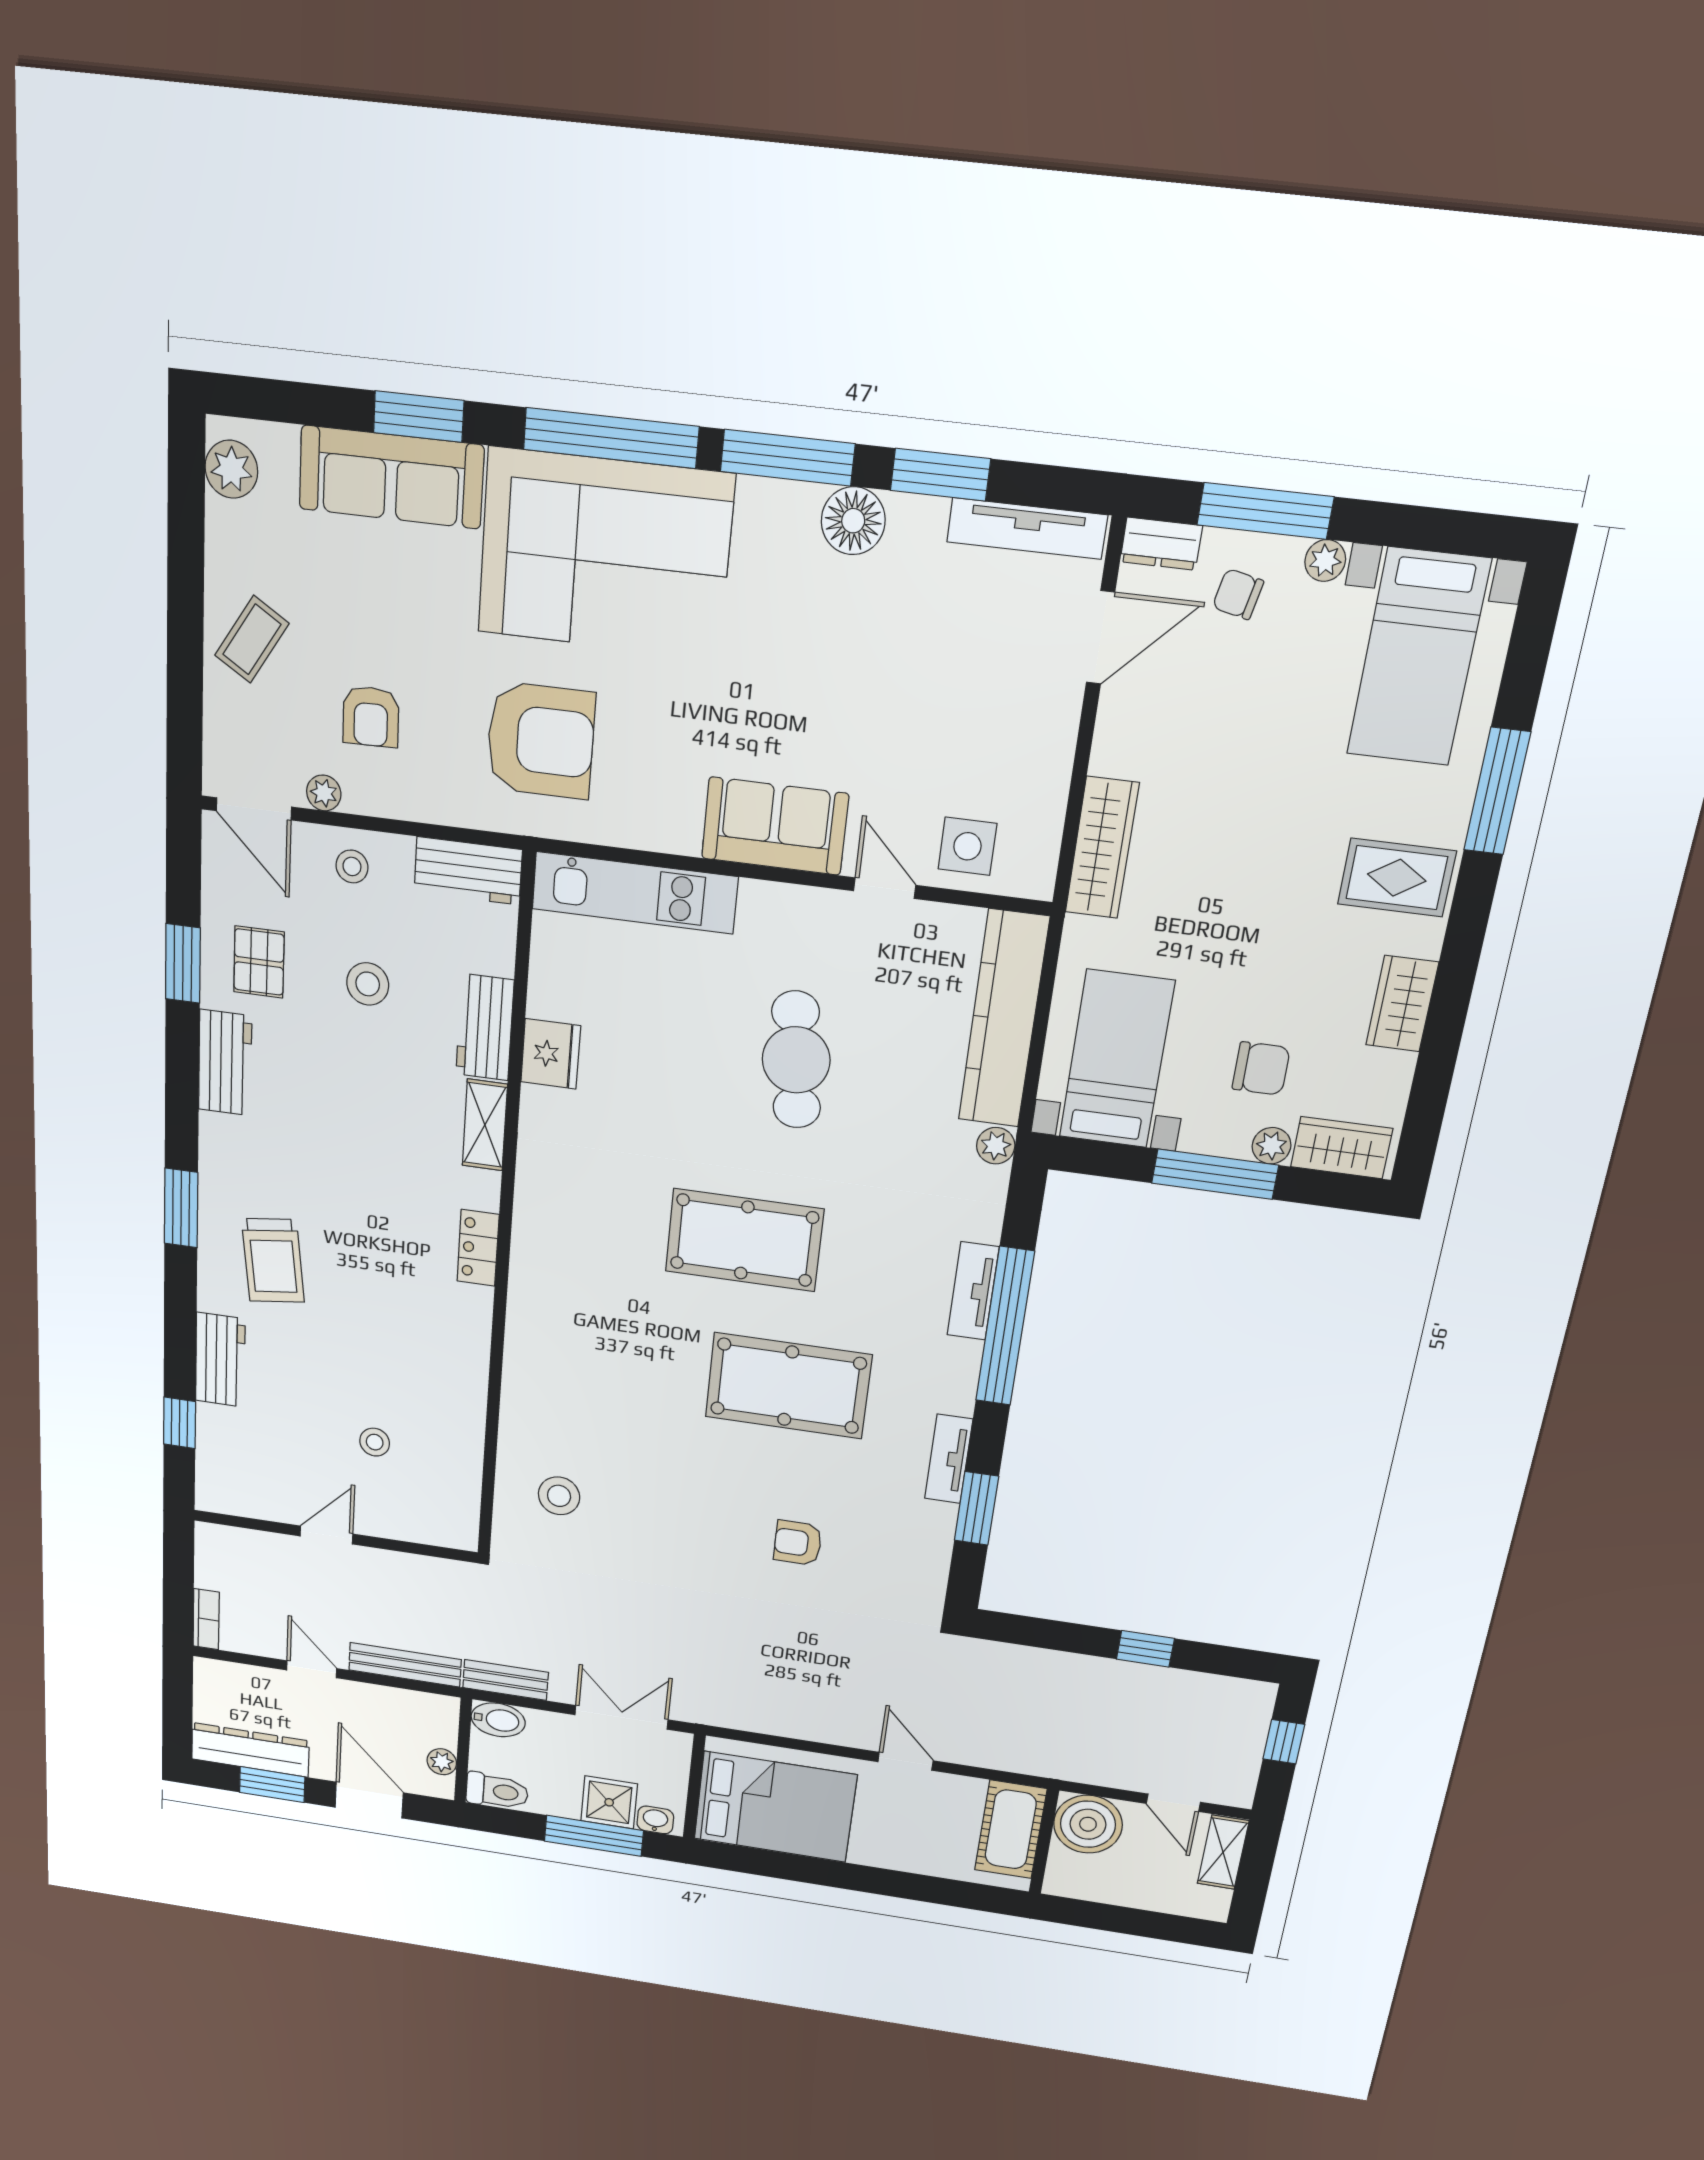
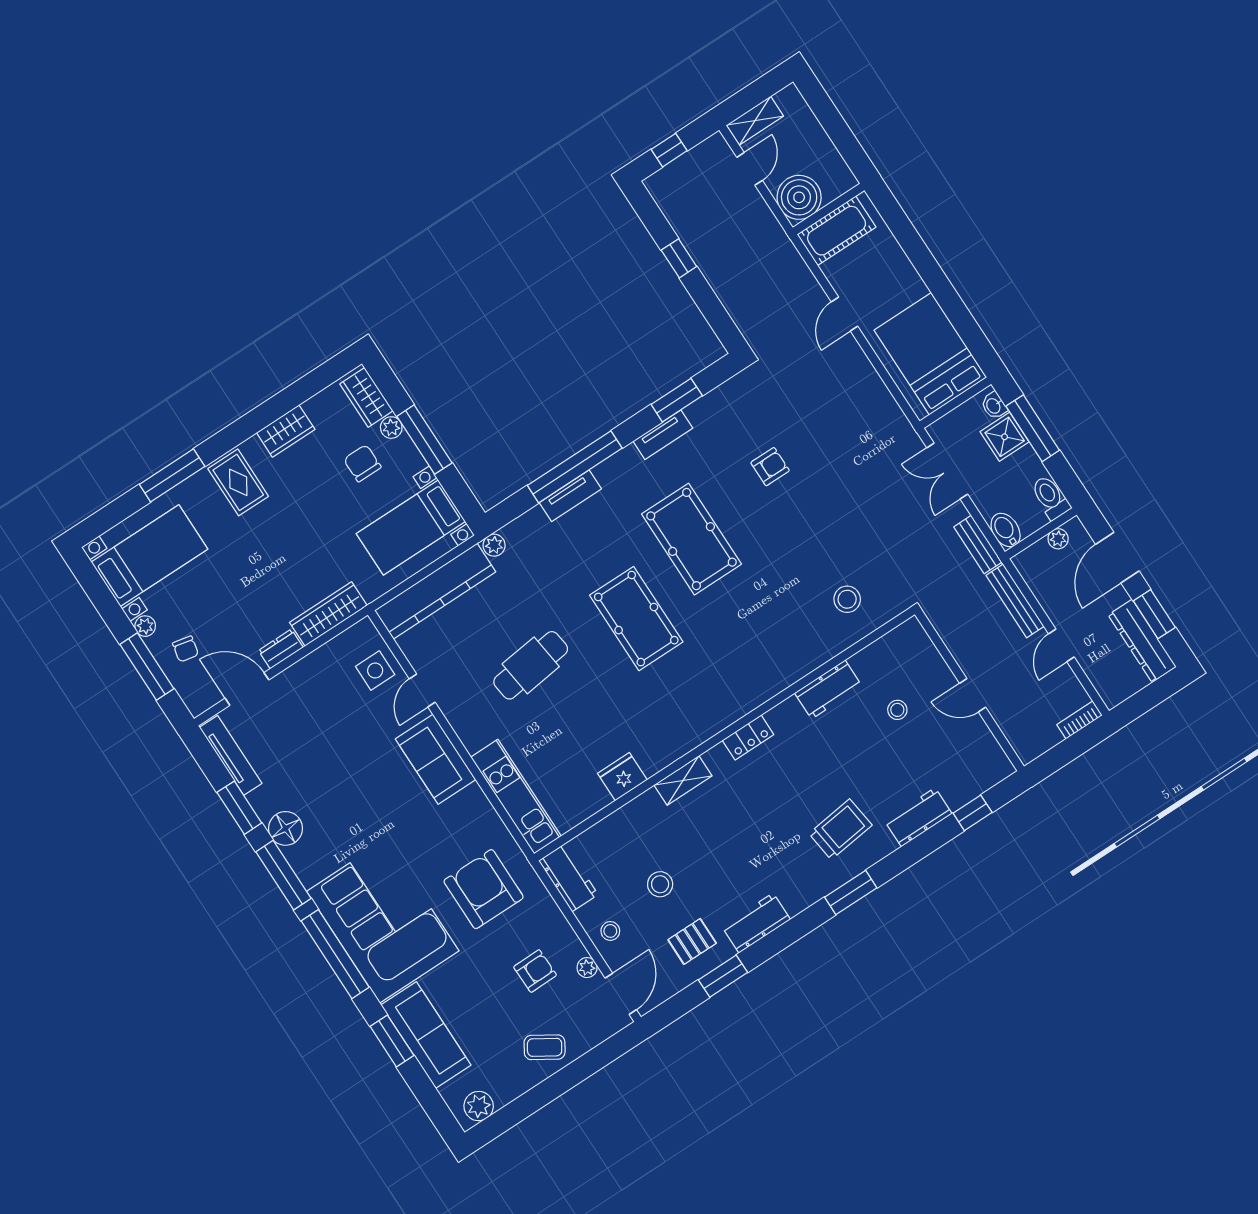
dresser: (1161, 544) -> (281, 649), moved, turned -90
workbench: (485, 1027) -> (828, 690), moved
armchair: (798, 1543) -> (770, 467), turned -90

